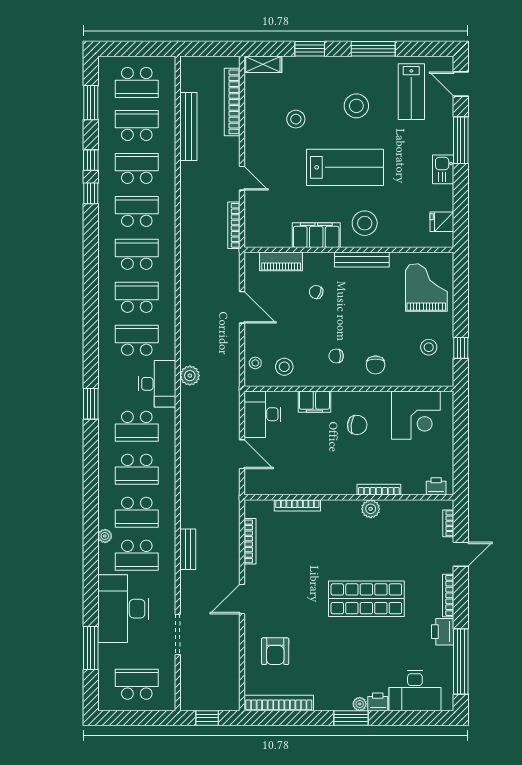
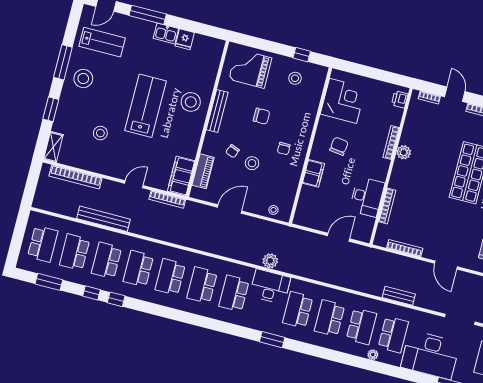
stool: (356, 106) -> (83, 78), moved
bench: (188, 126) -> (104, 219), moved
fridge: (442, 222) -> (185, 39), moved
filing cabinet: (316, 235) -> (181, 176), moved
chair: (376, 365) -> (262, 116), moved
stool: (284, 367) -> (252, 163), moved
desk: (262, 414) -> (367, 197), moved, turned -90
school desk: (137, 426) -> (298, 310), turned 180
school desk: (137, 469) -> (330, 318), turned 180

